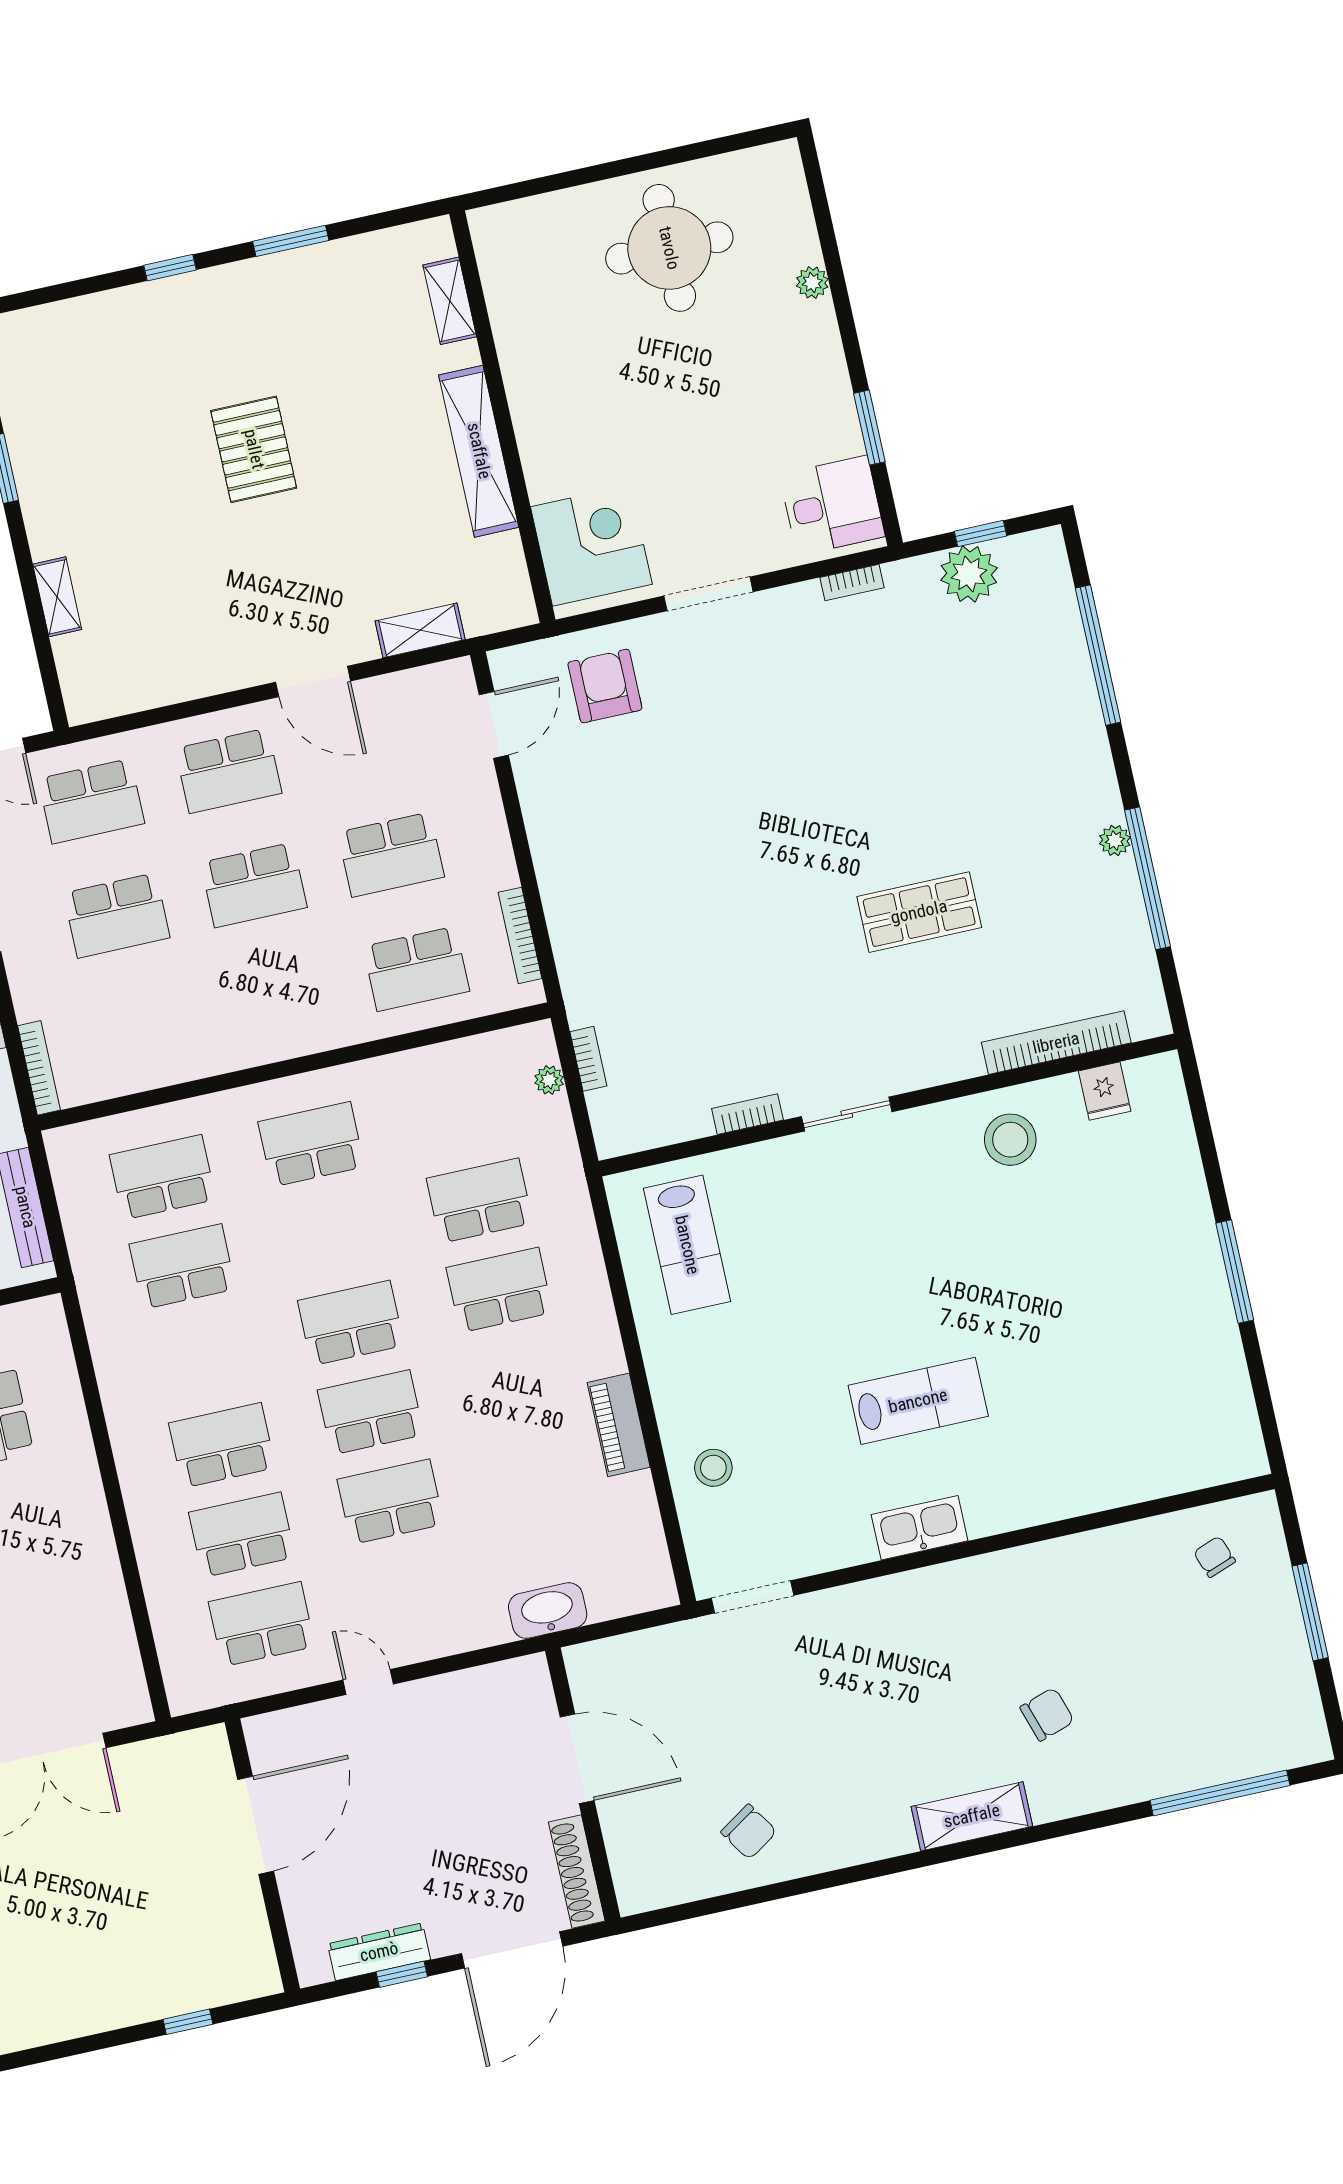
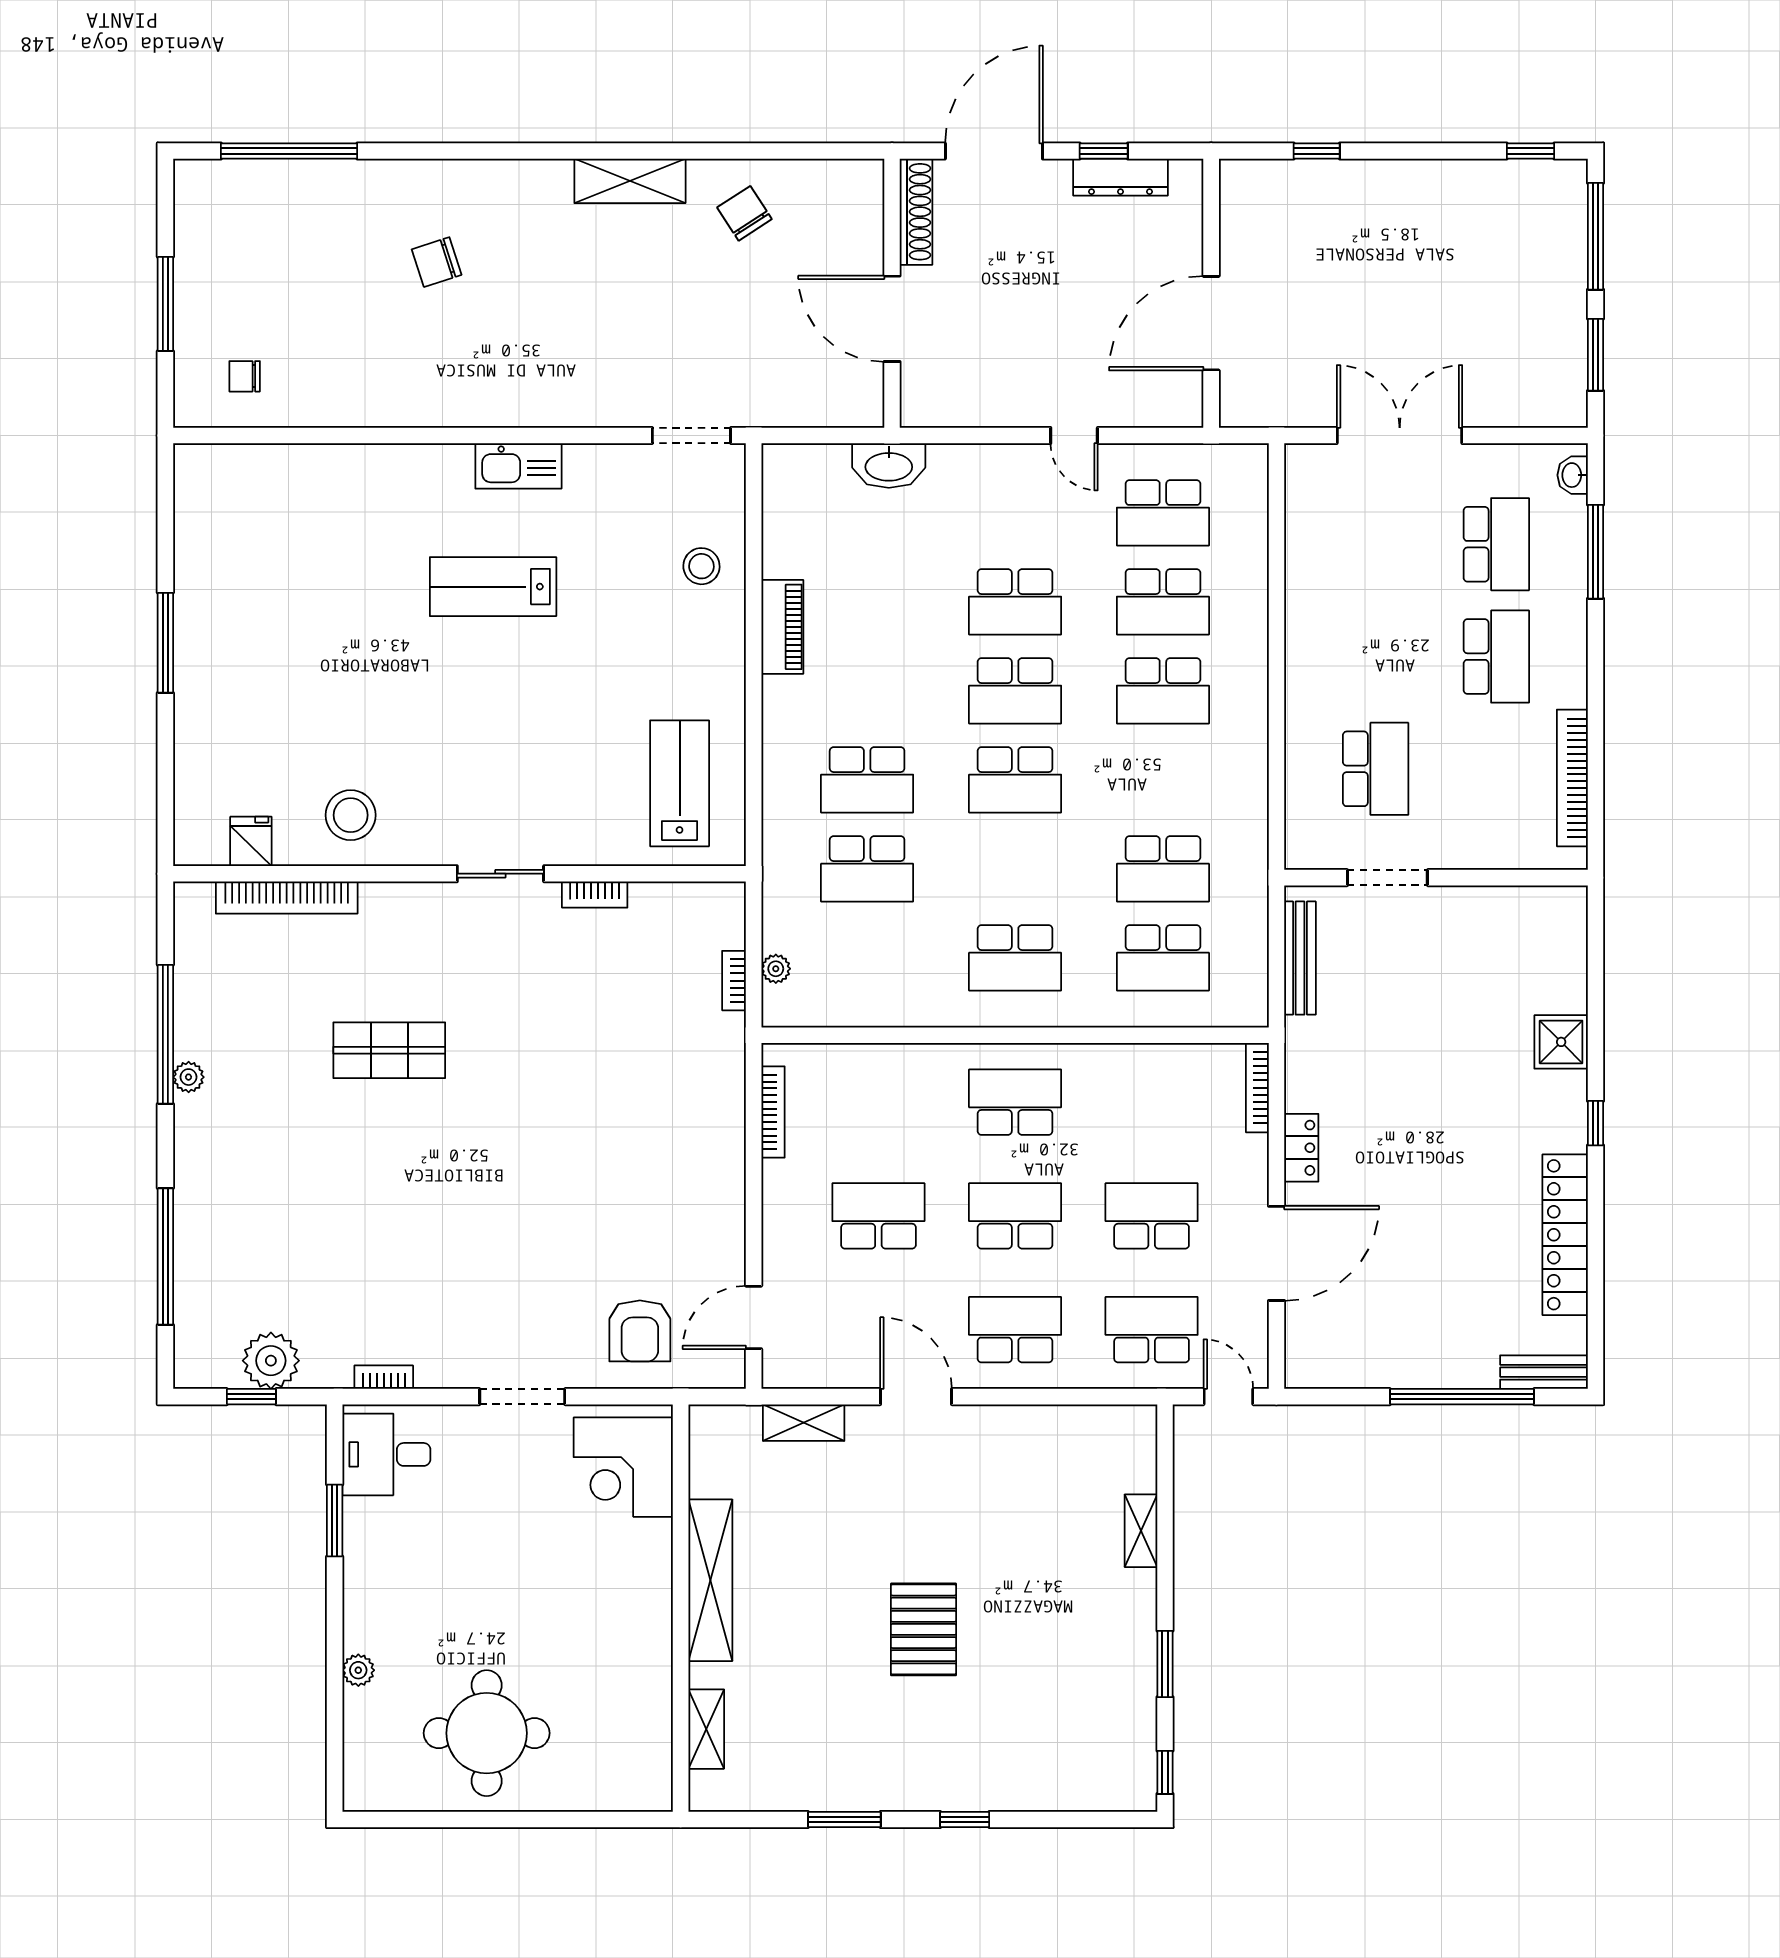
school desk: (416, 969) -> (1015, 1102), moved
chair: (1214, 1557) -> (245, 376), turned 110
shelving: (972, 1816) -> (630, 181), moved

